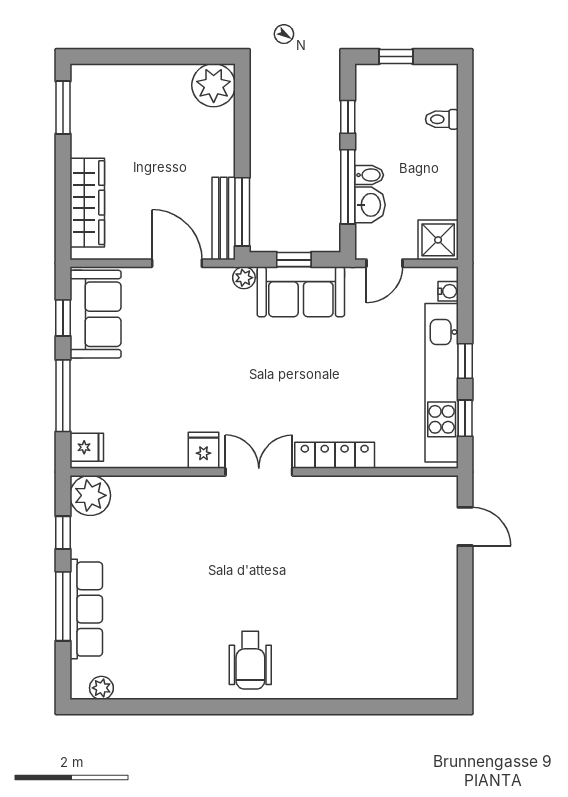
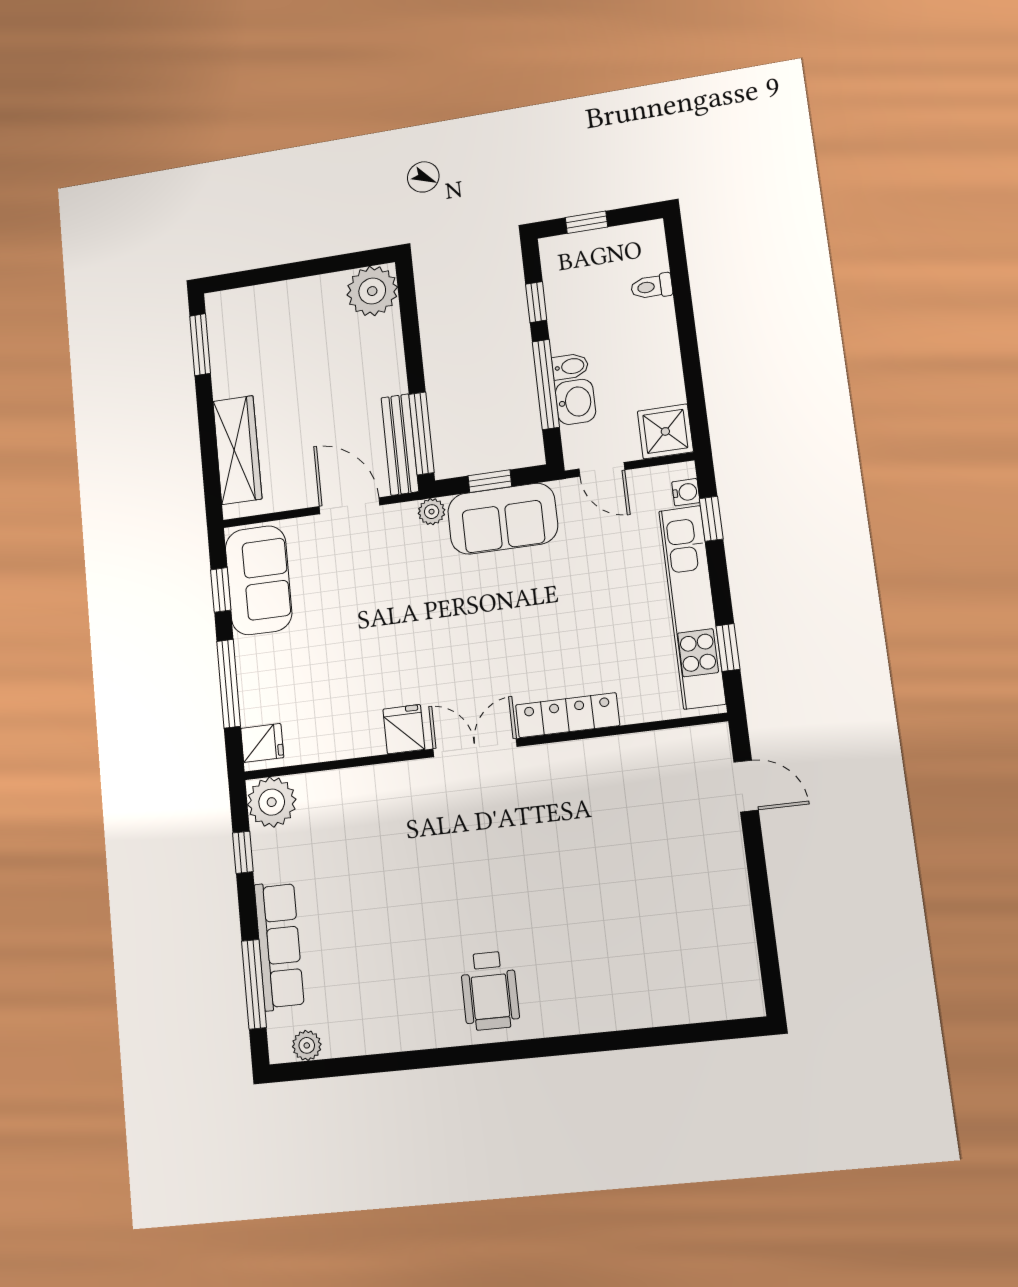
door: (384, 263) -> (602, 469), hinge flipped
window: (465, 361) -> (711, 519), moved
window: (63, 606) -> (254, 984), moved

